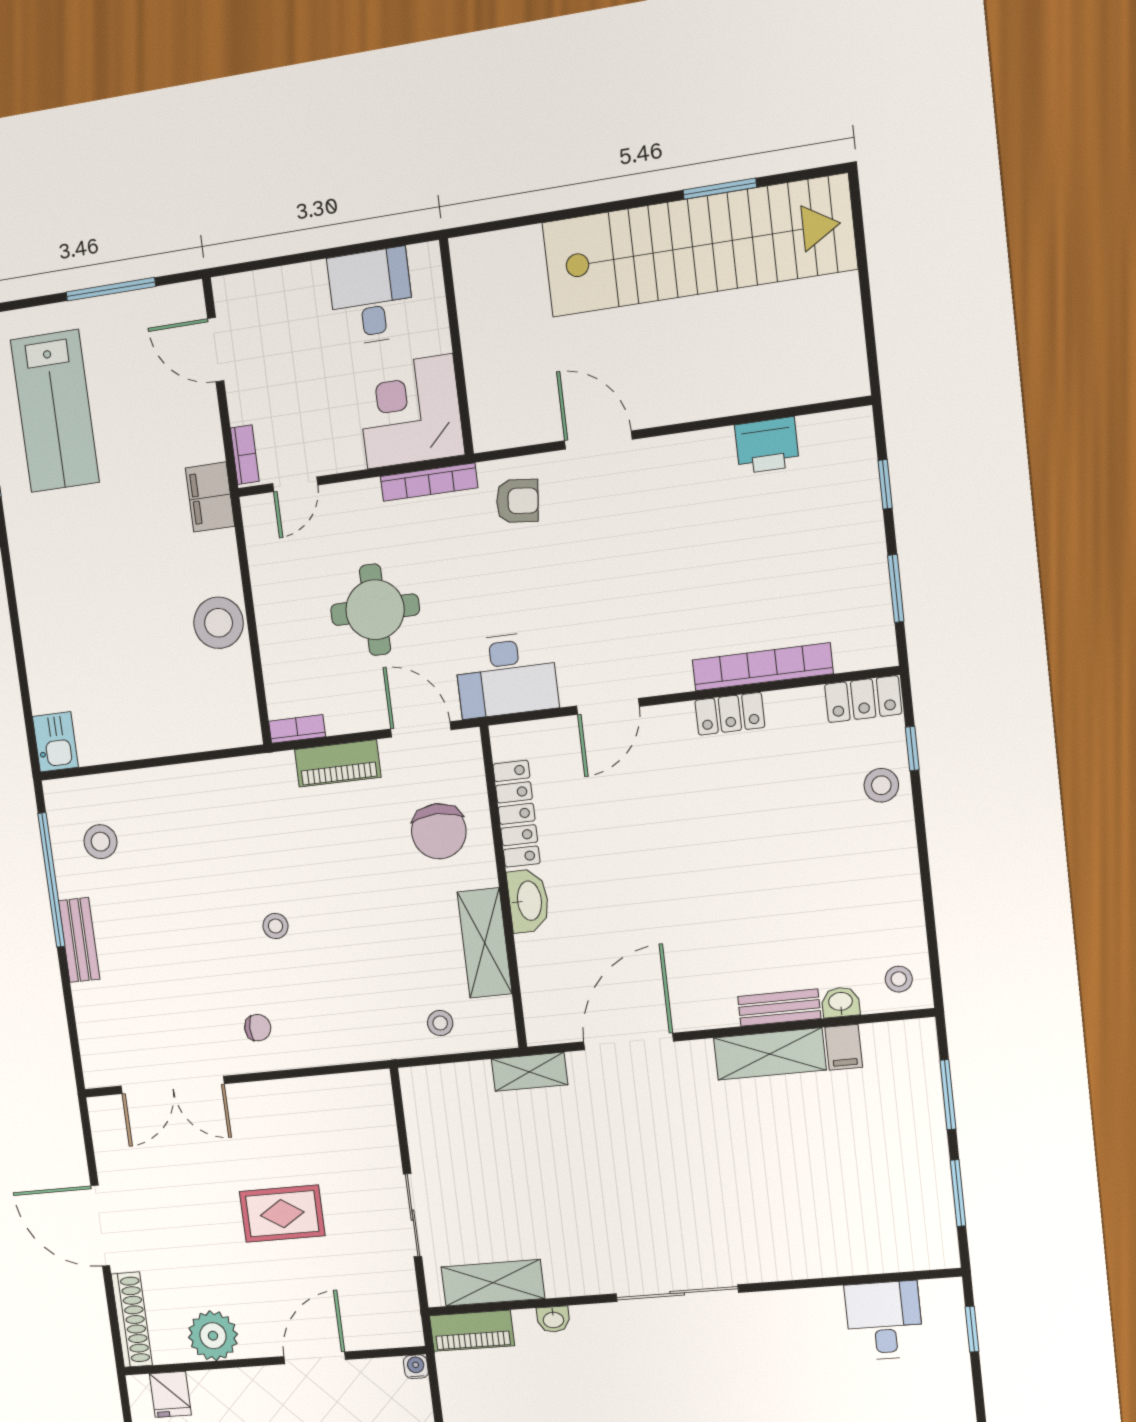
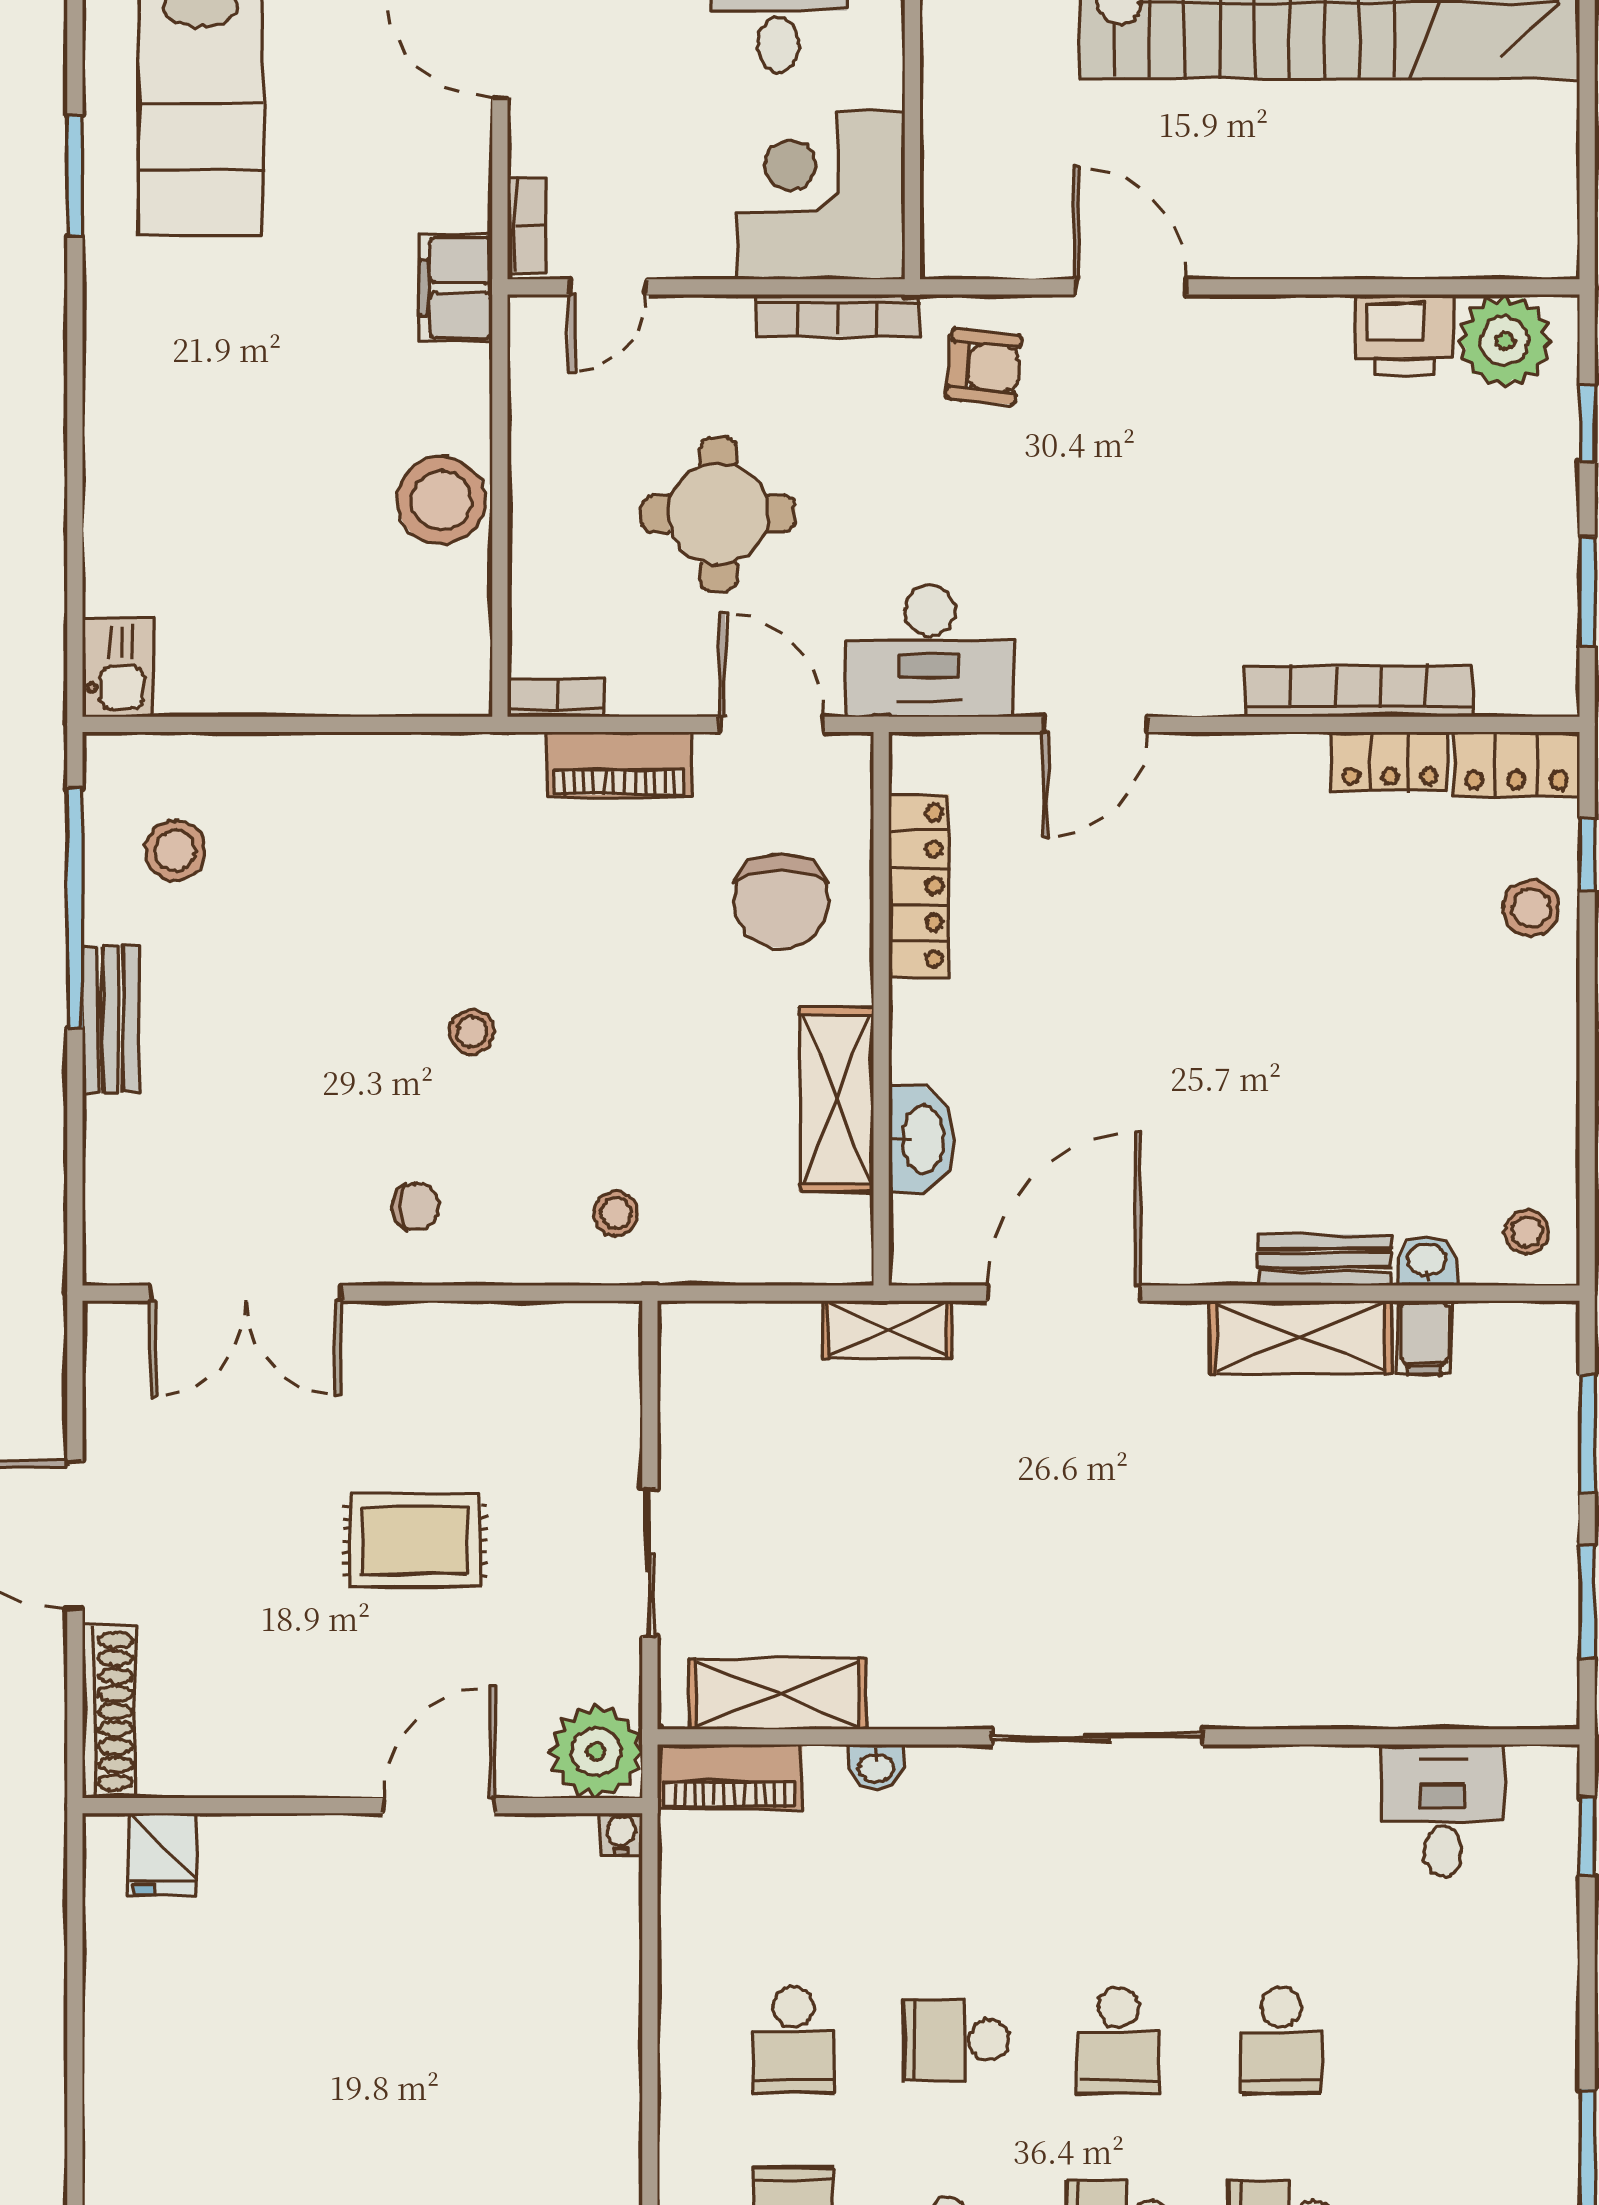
plant: (829, 440) -> (1505, 341), added
locker: (730, 714) -> (1390, 761), moved
washbasin: (528, 901) -> (921, 1139), moved
stool: (440, 1023) -> (616, 1213), moved
plant: (213, 1336) -> (596, 1752), moved

